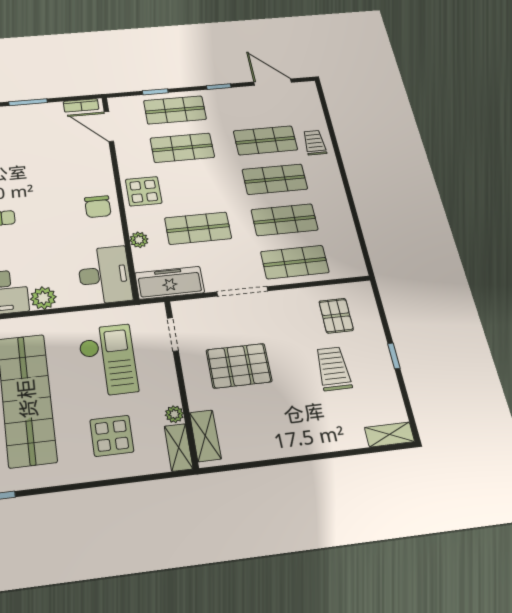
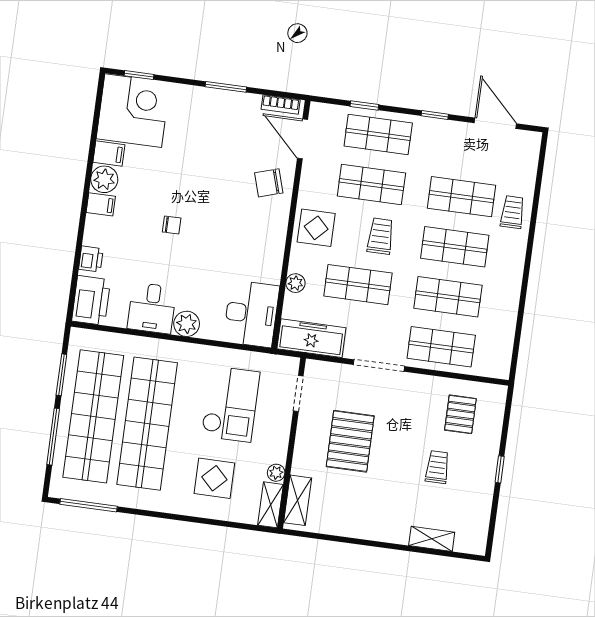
trolley: (205, 185) -> (380, 236), added
chair: (98, 207) -> (269, 183), moved, turned 73
pallet: (239, 366) -> (350, 441), turned 90
trolley: (333, 369) -> (437, 467), width x0.73, depth x0.72
shelving: (389, 435) -> (432, 539), moved

